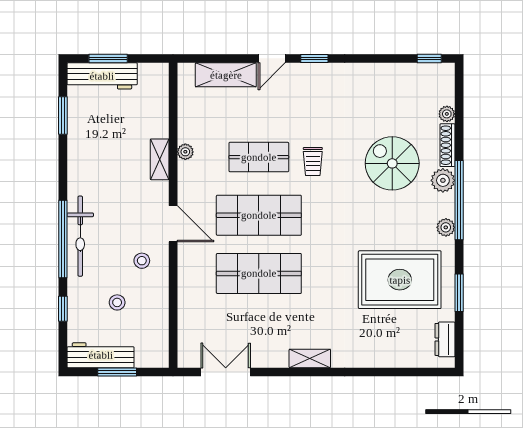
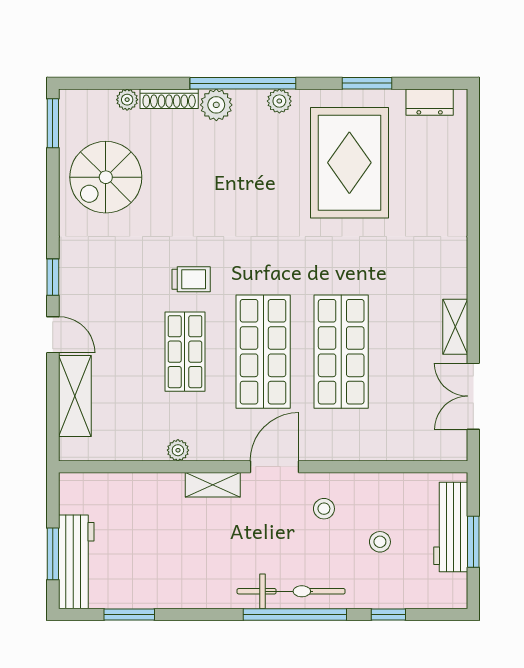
window: (429, 58) -> (53, 123), width x1.50
shelving: (160, 159) -> (213, 485), moved
spiral stairs: (392, 163) -> (106, 177), moved
workbench: (101, 355) -> (451, 527), moved
shelving: (310, 359) -> (455, 327), moved

